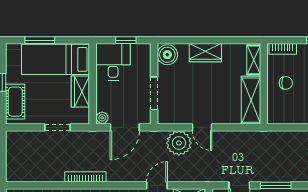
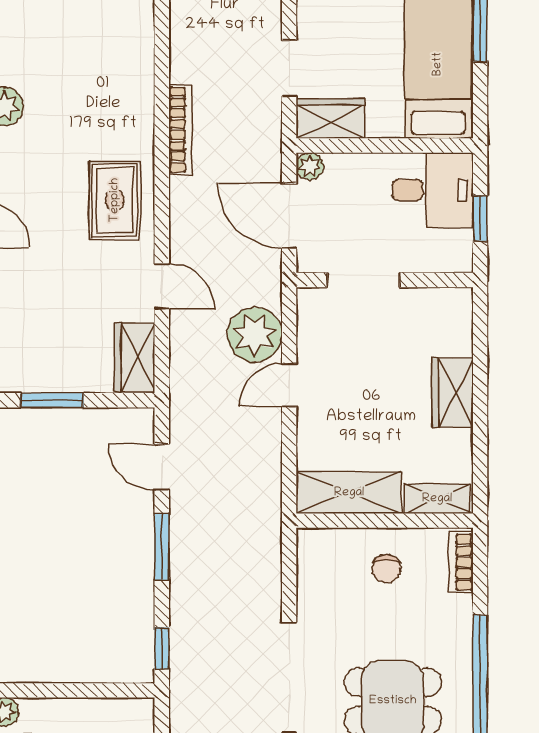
boiler: (167, 55) -> (448, 309), removed
wardrobe: (80, 92) -> (330, 119), moved

